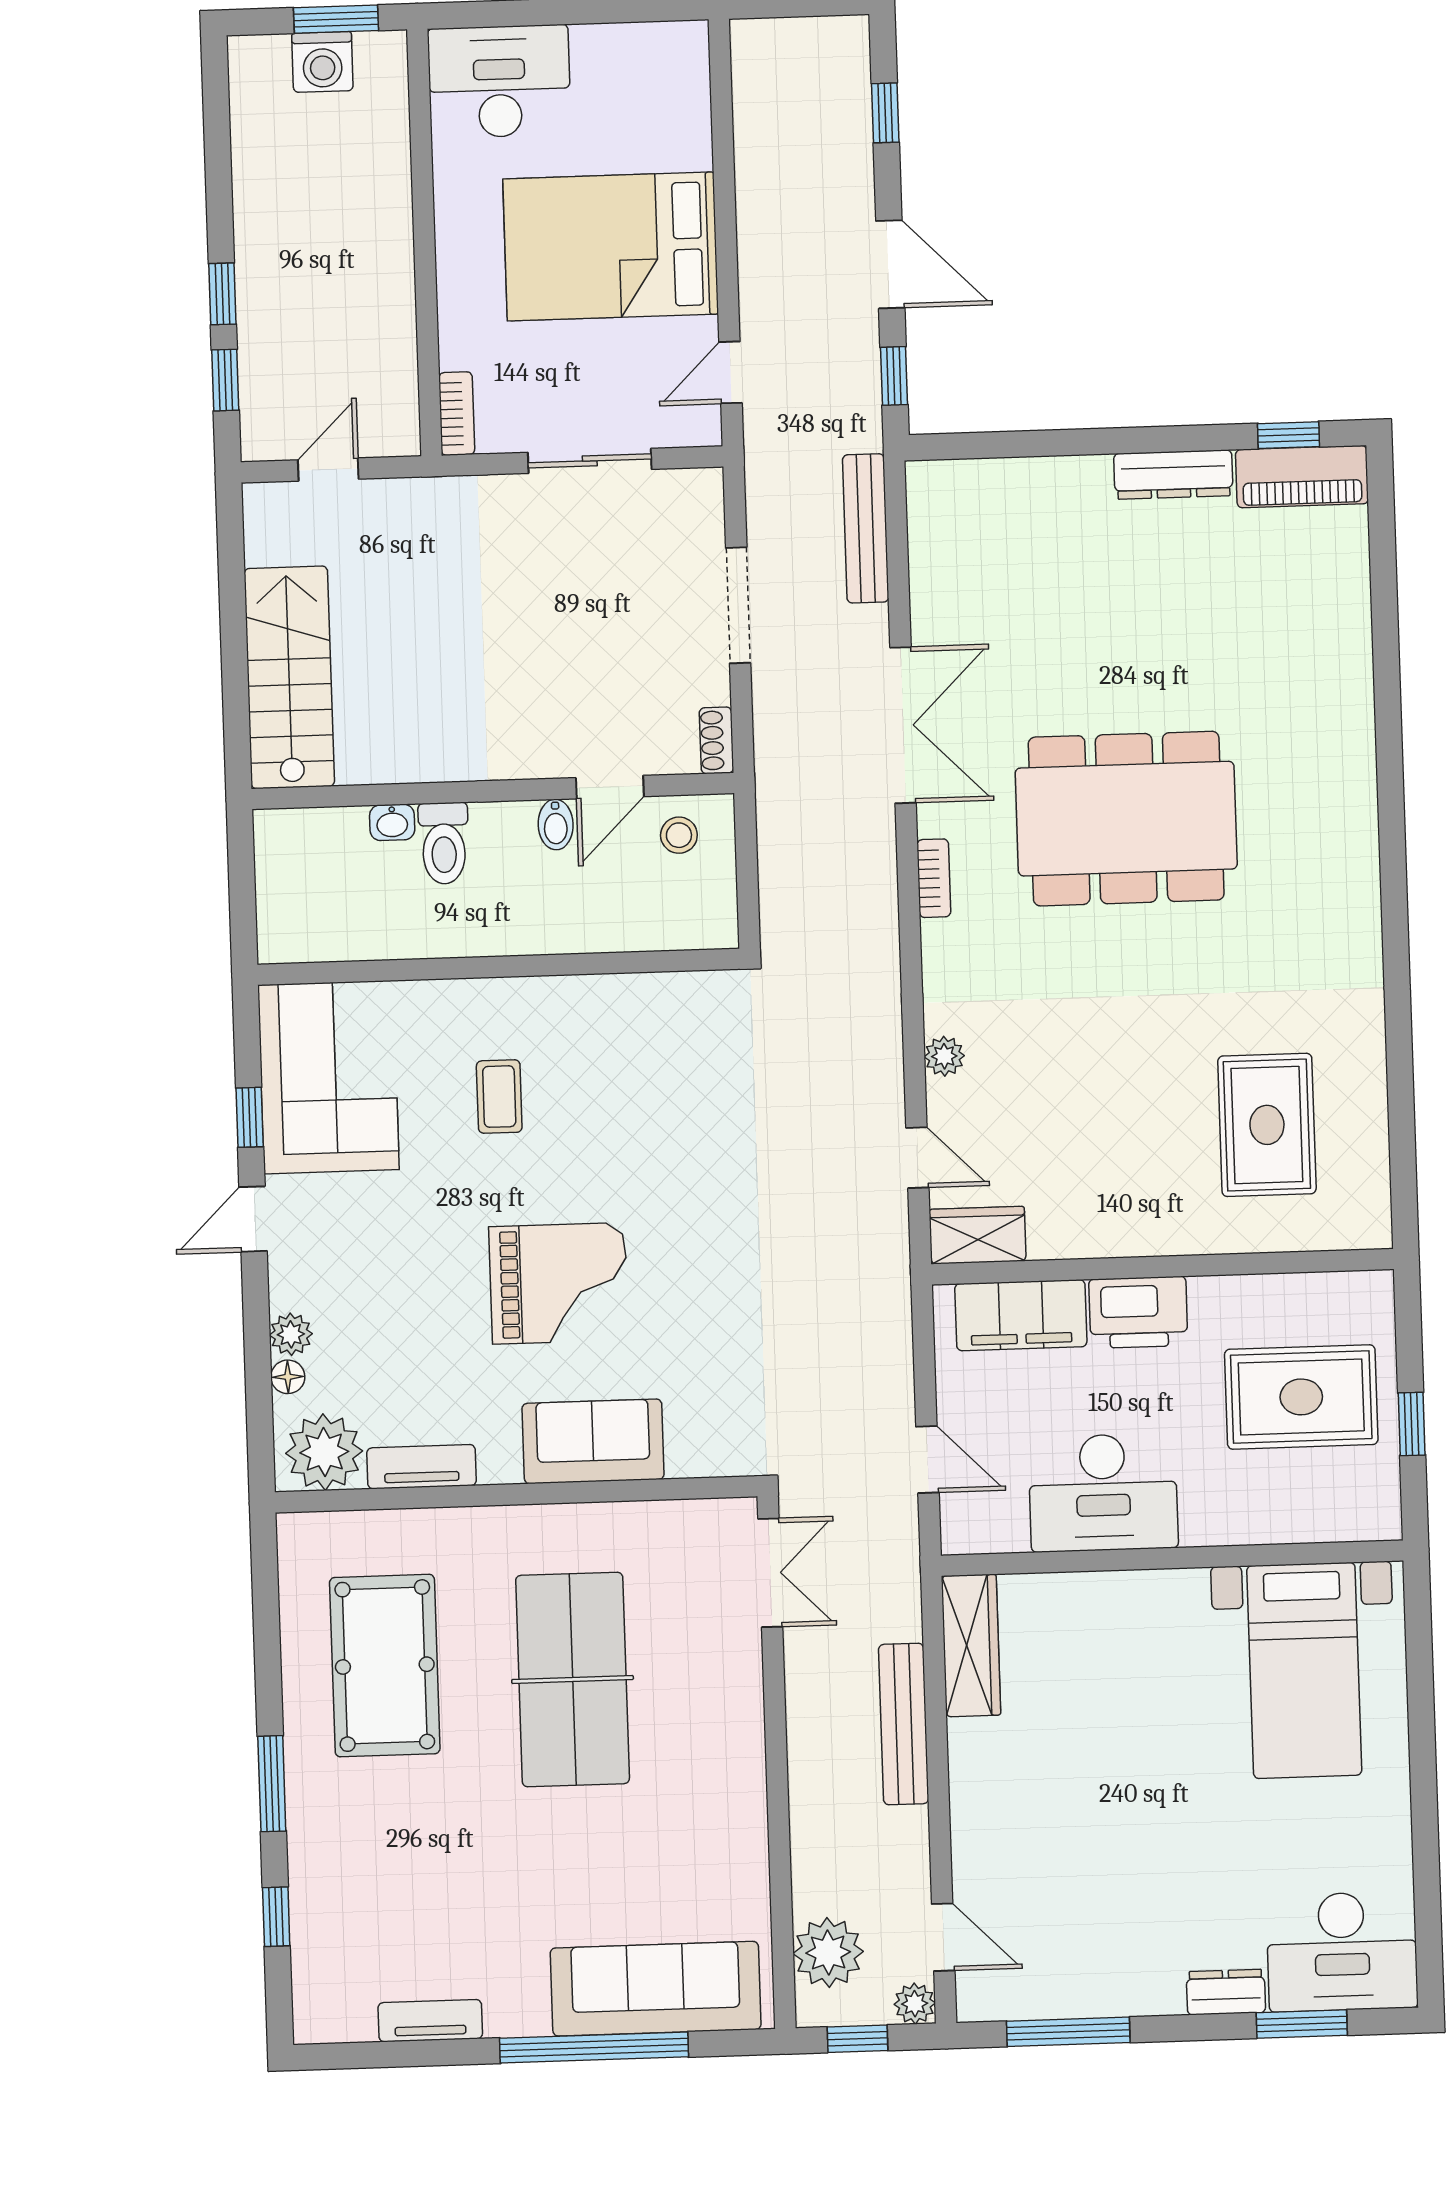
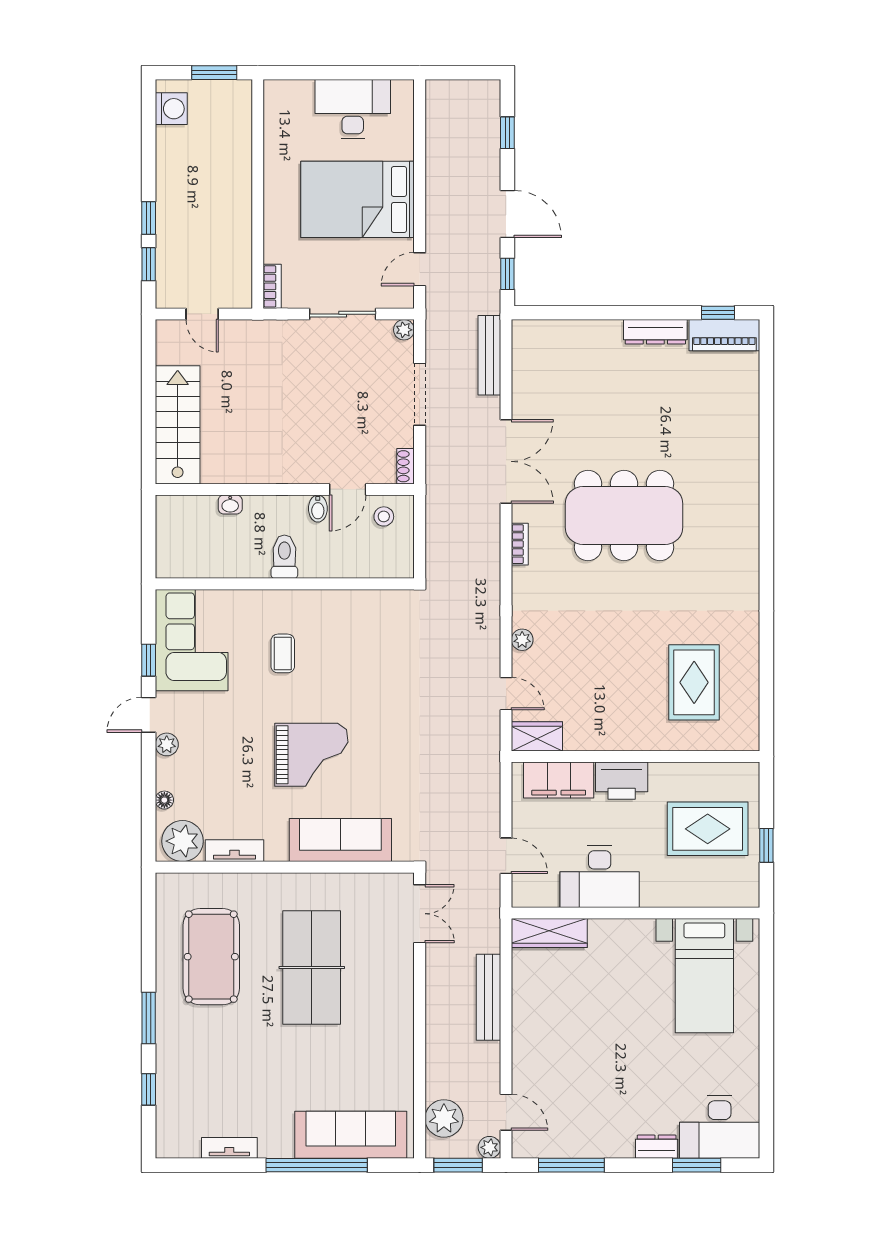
washing machine: (322, 62) -> (171, 109), moved, turned -90
desk: (499, 81) -> (353, 109), moved
door: (328, 470) -> (202, 314), swing flipped
plant: (705, 486) -> (404, 330), added
toilet: (444, 843) -> (284, 557), moved, turned 180
plant: (291, 1334) -> (167, 744), moved
sofa: (593, 1441) -> (340, 840), width x1.36
wardrobe: (971, 1646) -> (549, 933), moved, turned 90
window: (858, 2039) -> (458, 1165), width x1.50

